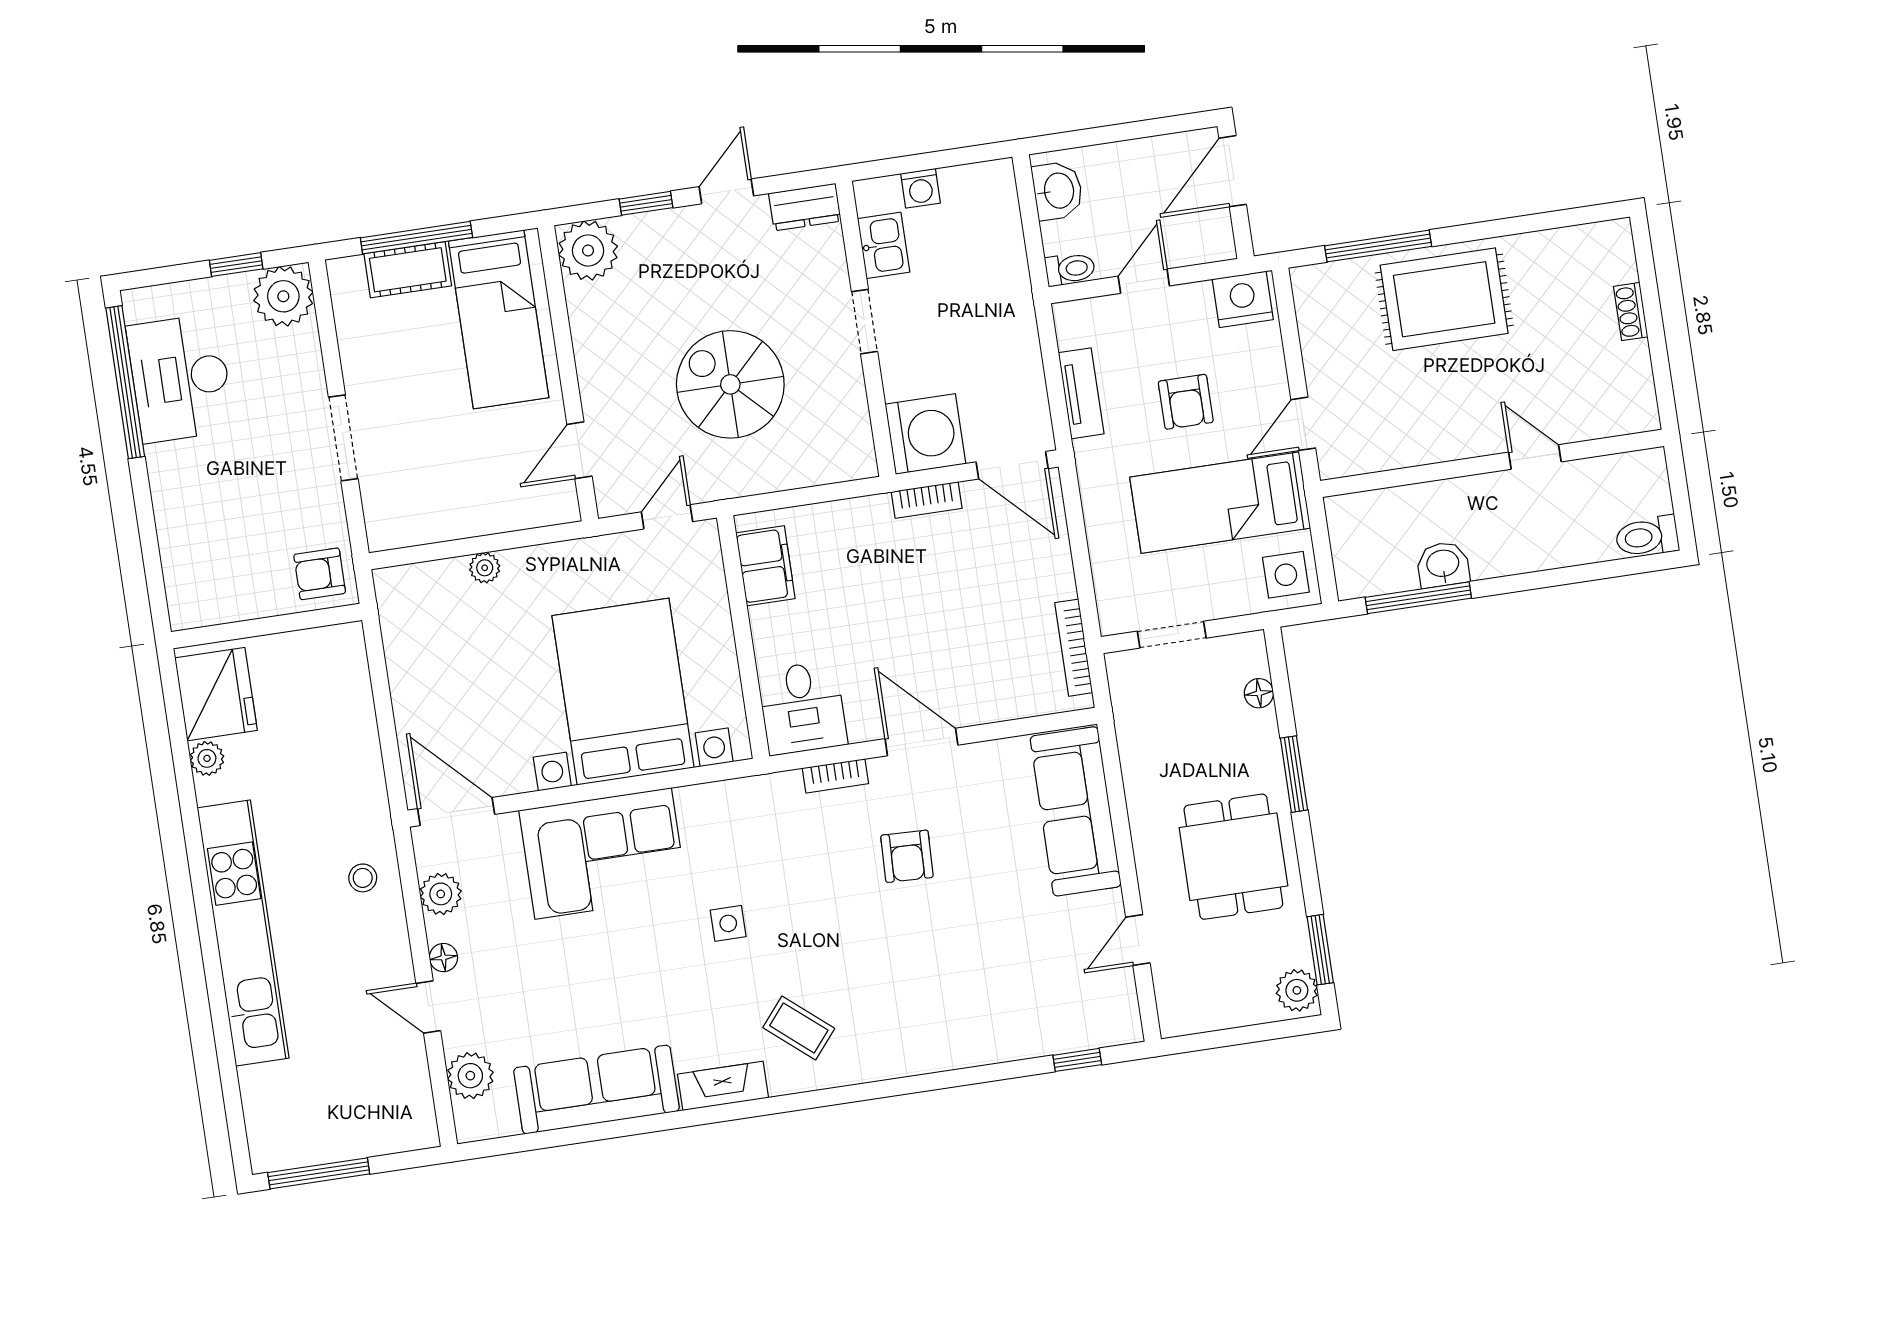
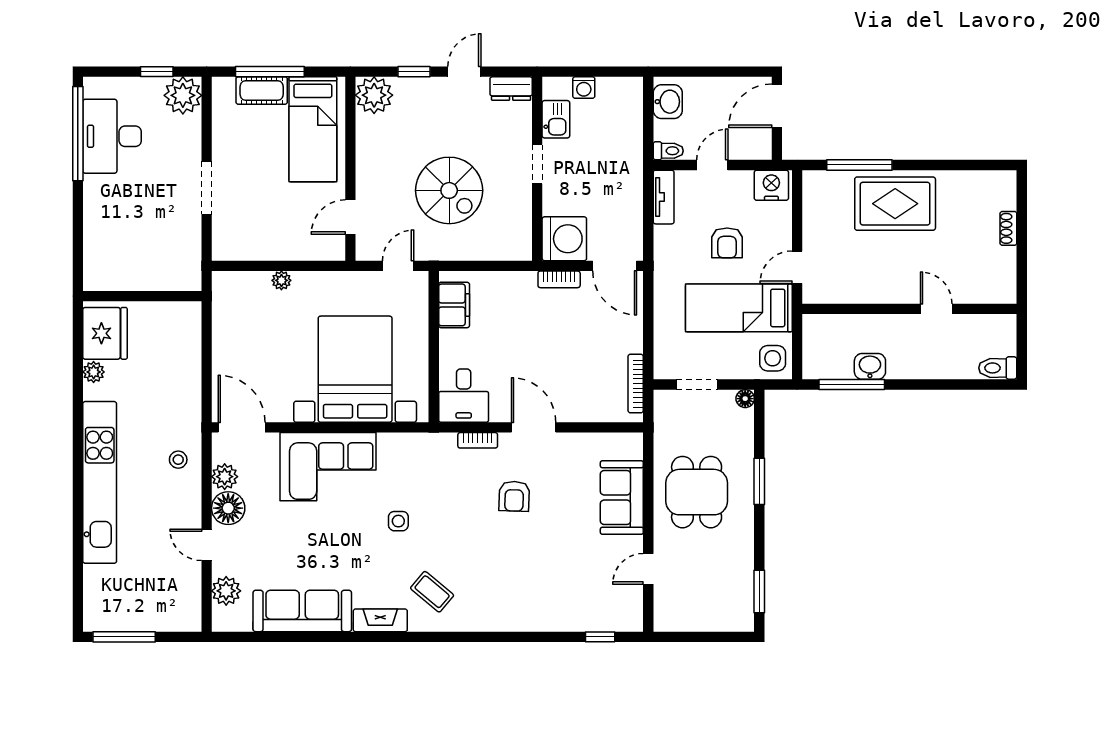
spiral stairs: (730, 384) -> (449, 190), turned 180
tv unit: (1081, 393) -> (664, 197), moved
armchair: (320, 574) -> (180, 269), removed
floor lamp: (1259, 693) -> (745, 399), moved
sofa: (1076, 811) -> (622, 498), width x0.73
dining table: (1233, 857) -> (697, 492), moved
floor lamp: (443, 958) -> (228, 508), width x1.89, depth x1.89
plant: (1297, 990) -> (741, 614), removed

